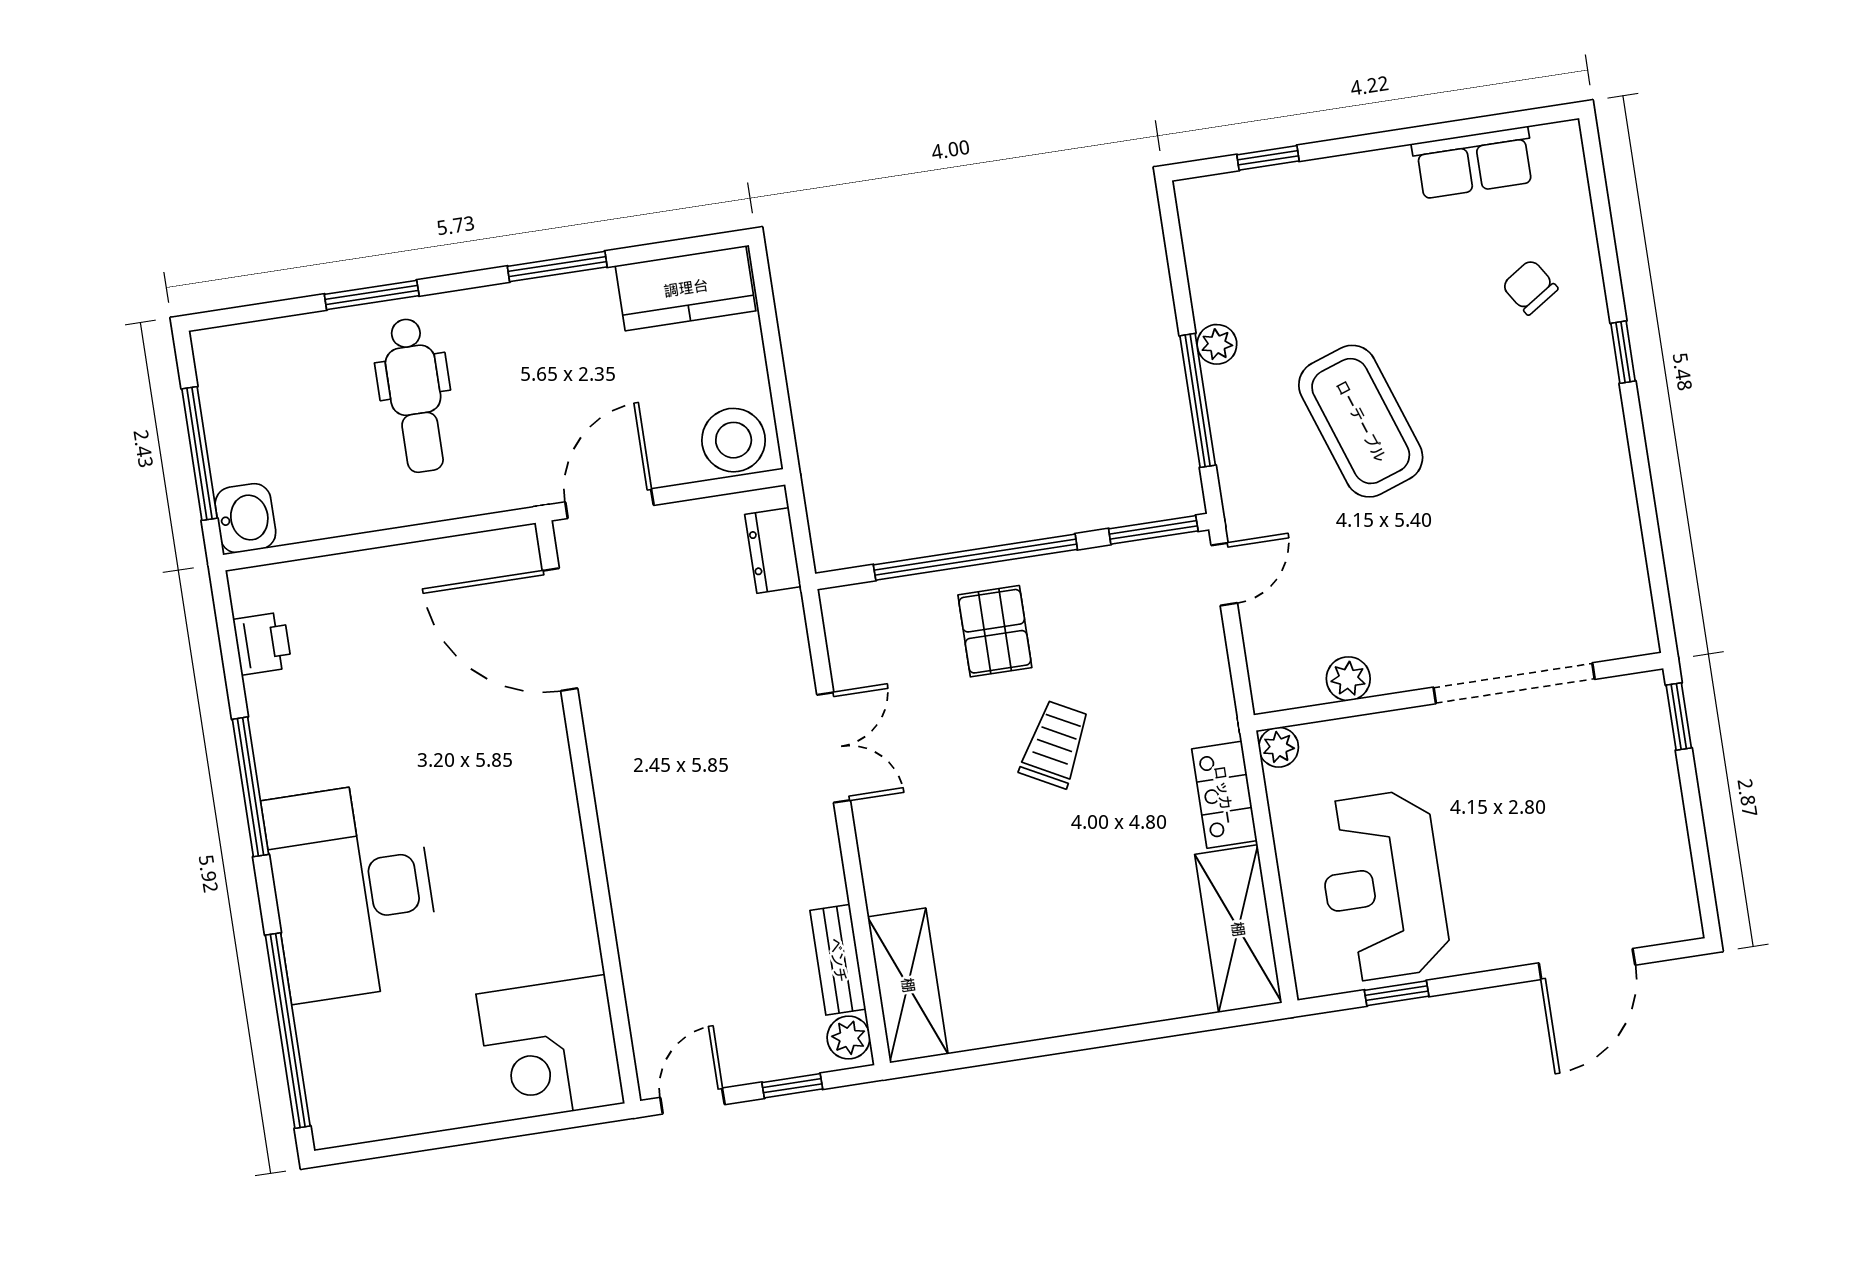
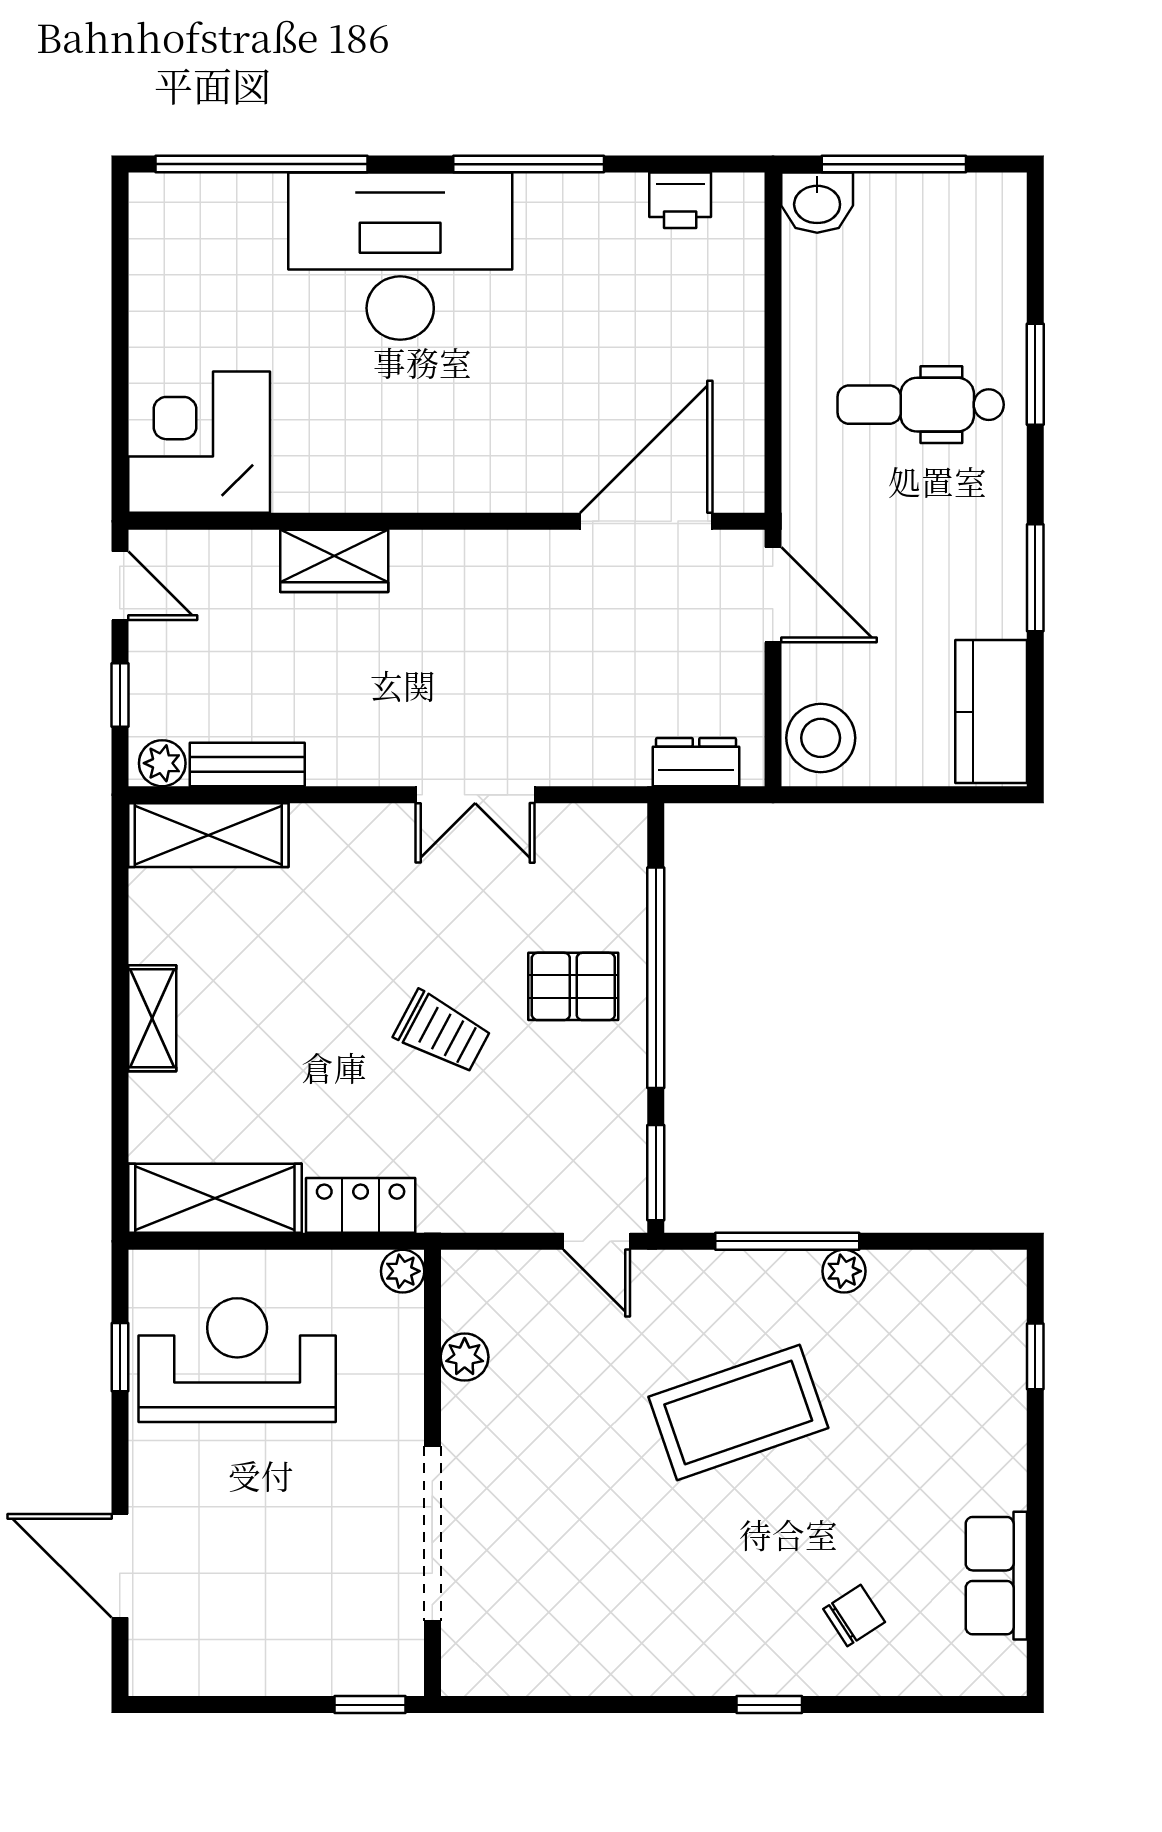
wardrobe: (640, 909) -> (334, 561), added
shelving: (1083, 1011) -> (152, 1018), added

